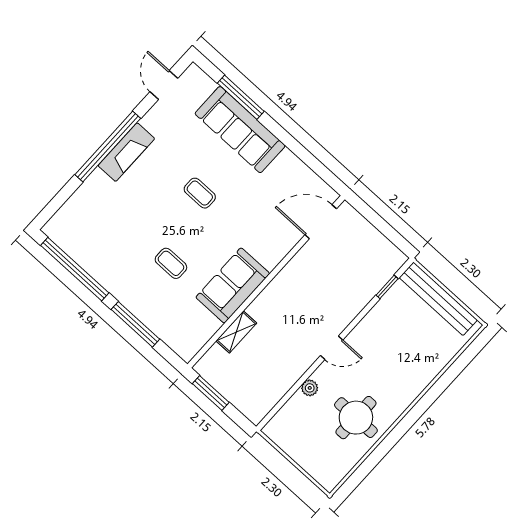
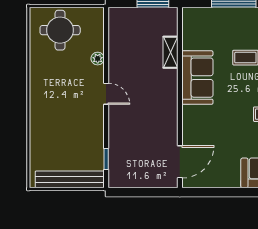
door: (332, 348) -> (106, 94), swing flipped
round table: (356, 418) -> (60, 30), moved

